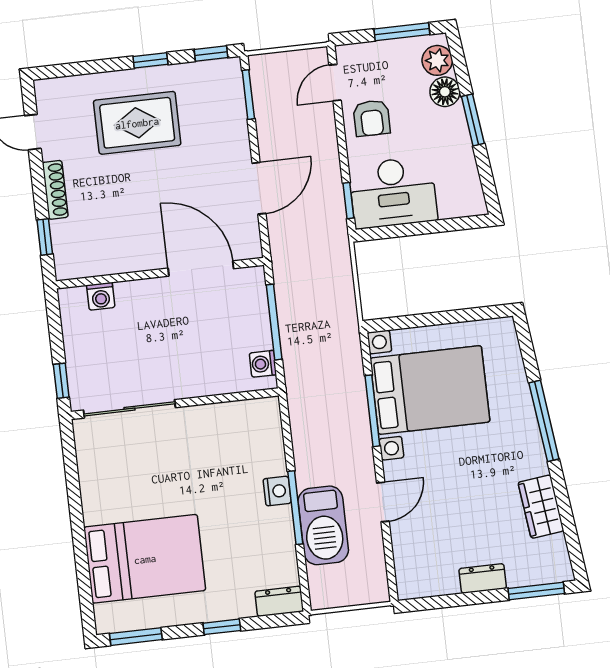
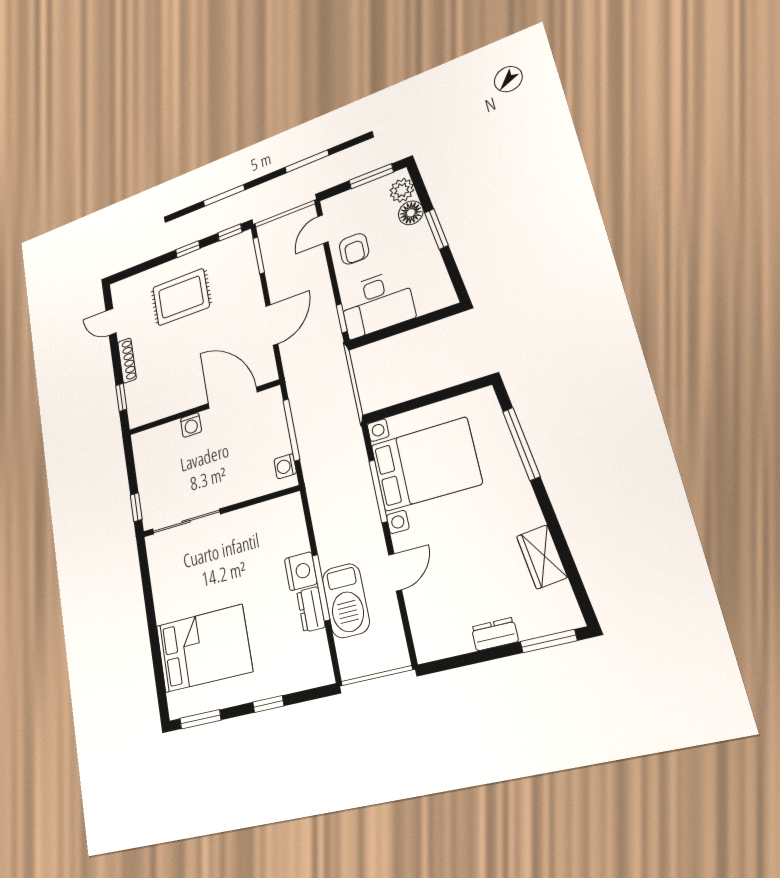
washing machine: (101, 296) -> (191, 425), moved
window: (544, 421) -> (521, 444), moved
nightstand: (277, 491) -> (301, 571), width x1.36, depth x1.33
dresser: (279, 601) -> (311, 609), moved, turned -90

